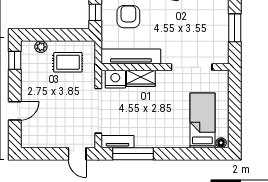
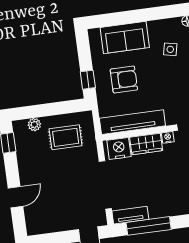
armchair: (128, 17) -> (124, 80), turned 90
nightstand: (161, 75) -> (168, 137), added

